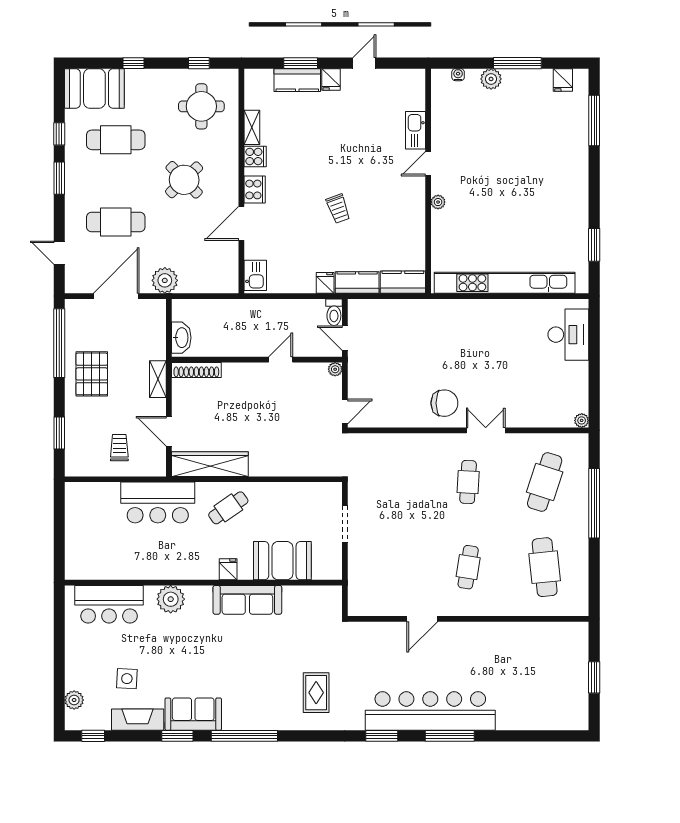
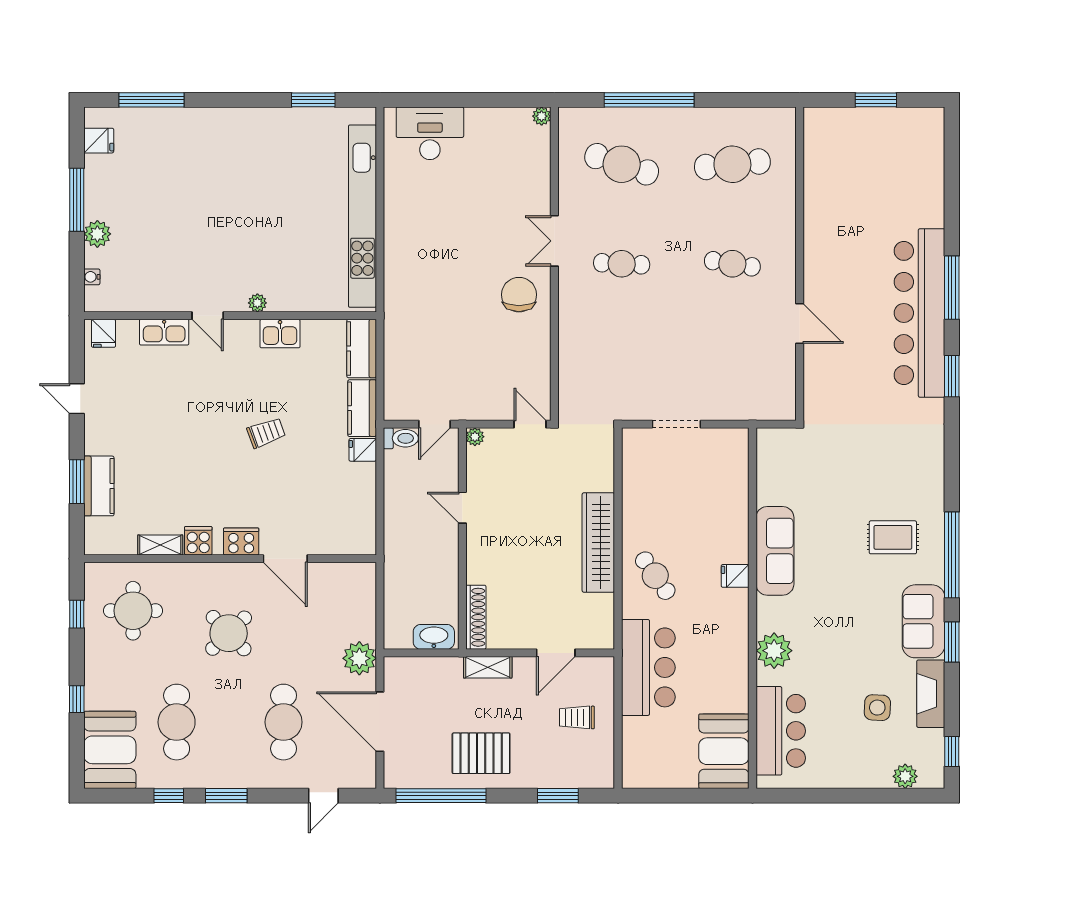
fridge: (331, 79) -> (104, 333), moved, turned 90
kitchen sink: (255, 275) -> (280, 334), moved, turned 180
wardrobe: (210, 464) -> (598, 542), moved
booth: (282, 561) -> (724, 751), moved
rug: (316, 693) -> (893, 537), moved

